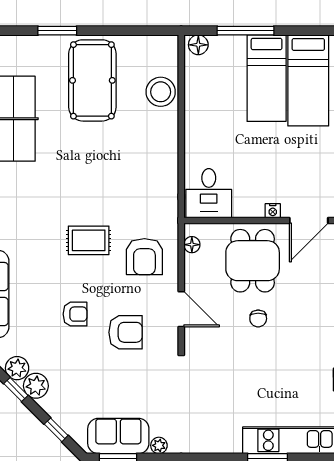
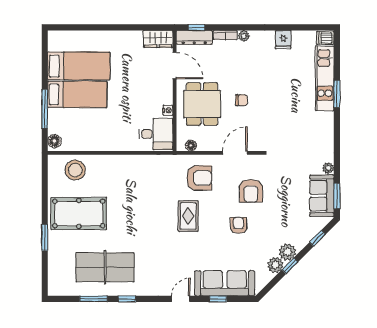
stool: (161, 92) -> (75, 170), moved
nightstand: (273, 211) -> (168, 110), moved
dining table: (253, 261) -> (202, 104), turned 90
armchair: (126, 332) -> (251, 191), turned 180

